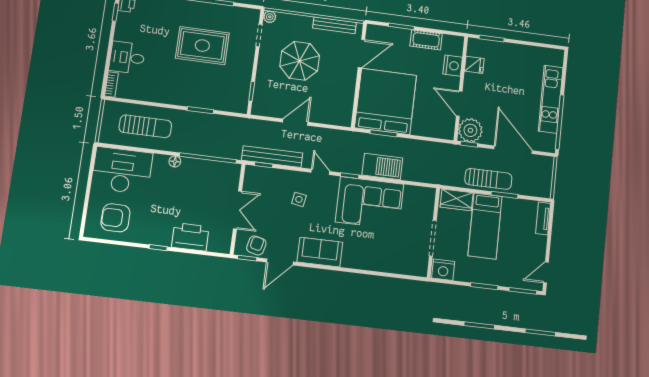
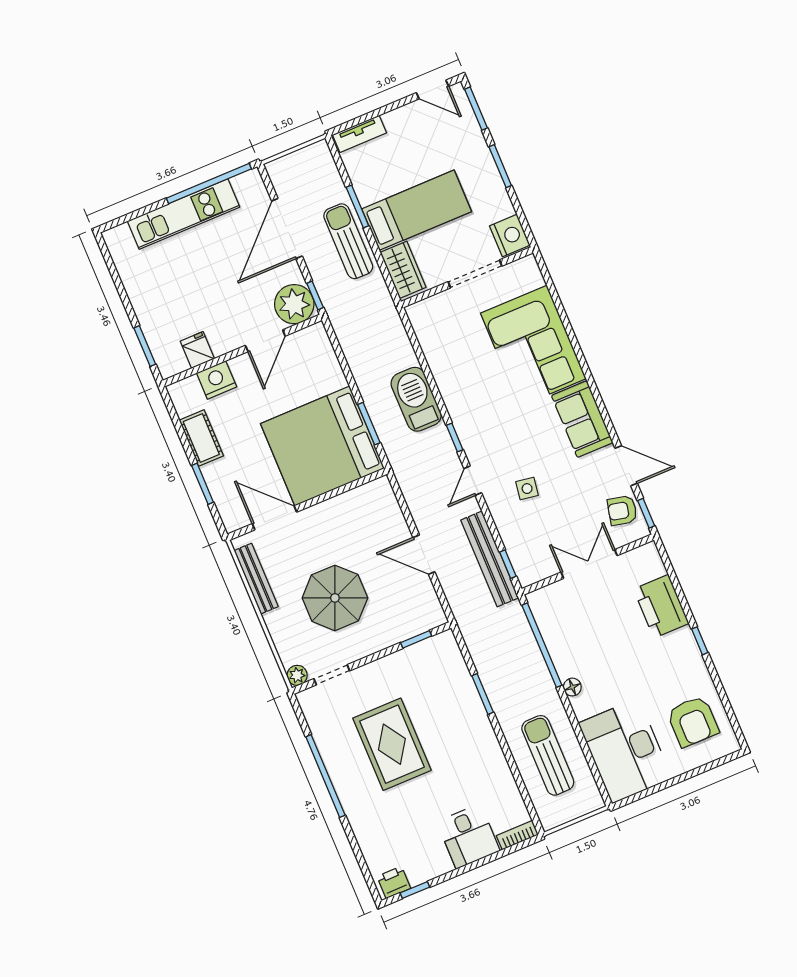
corner sofa: (370, 203) -> (533, 346), moved, turned 180

